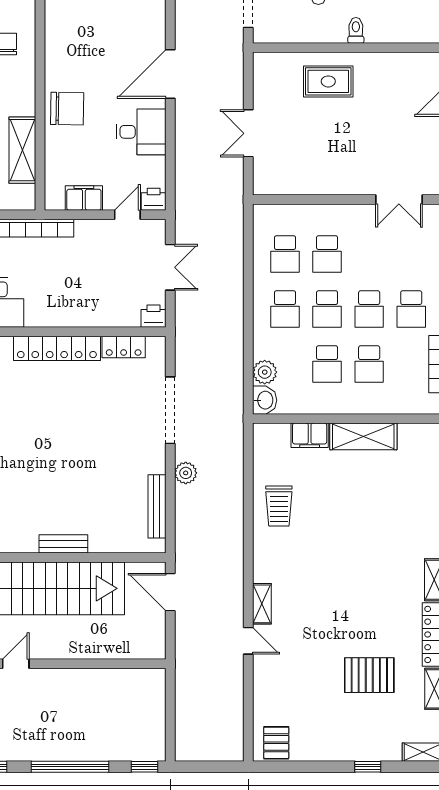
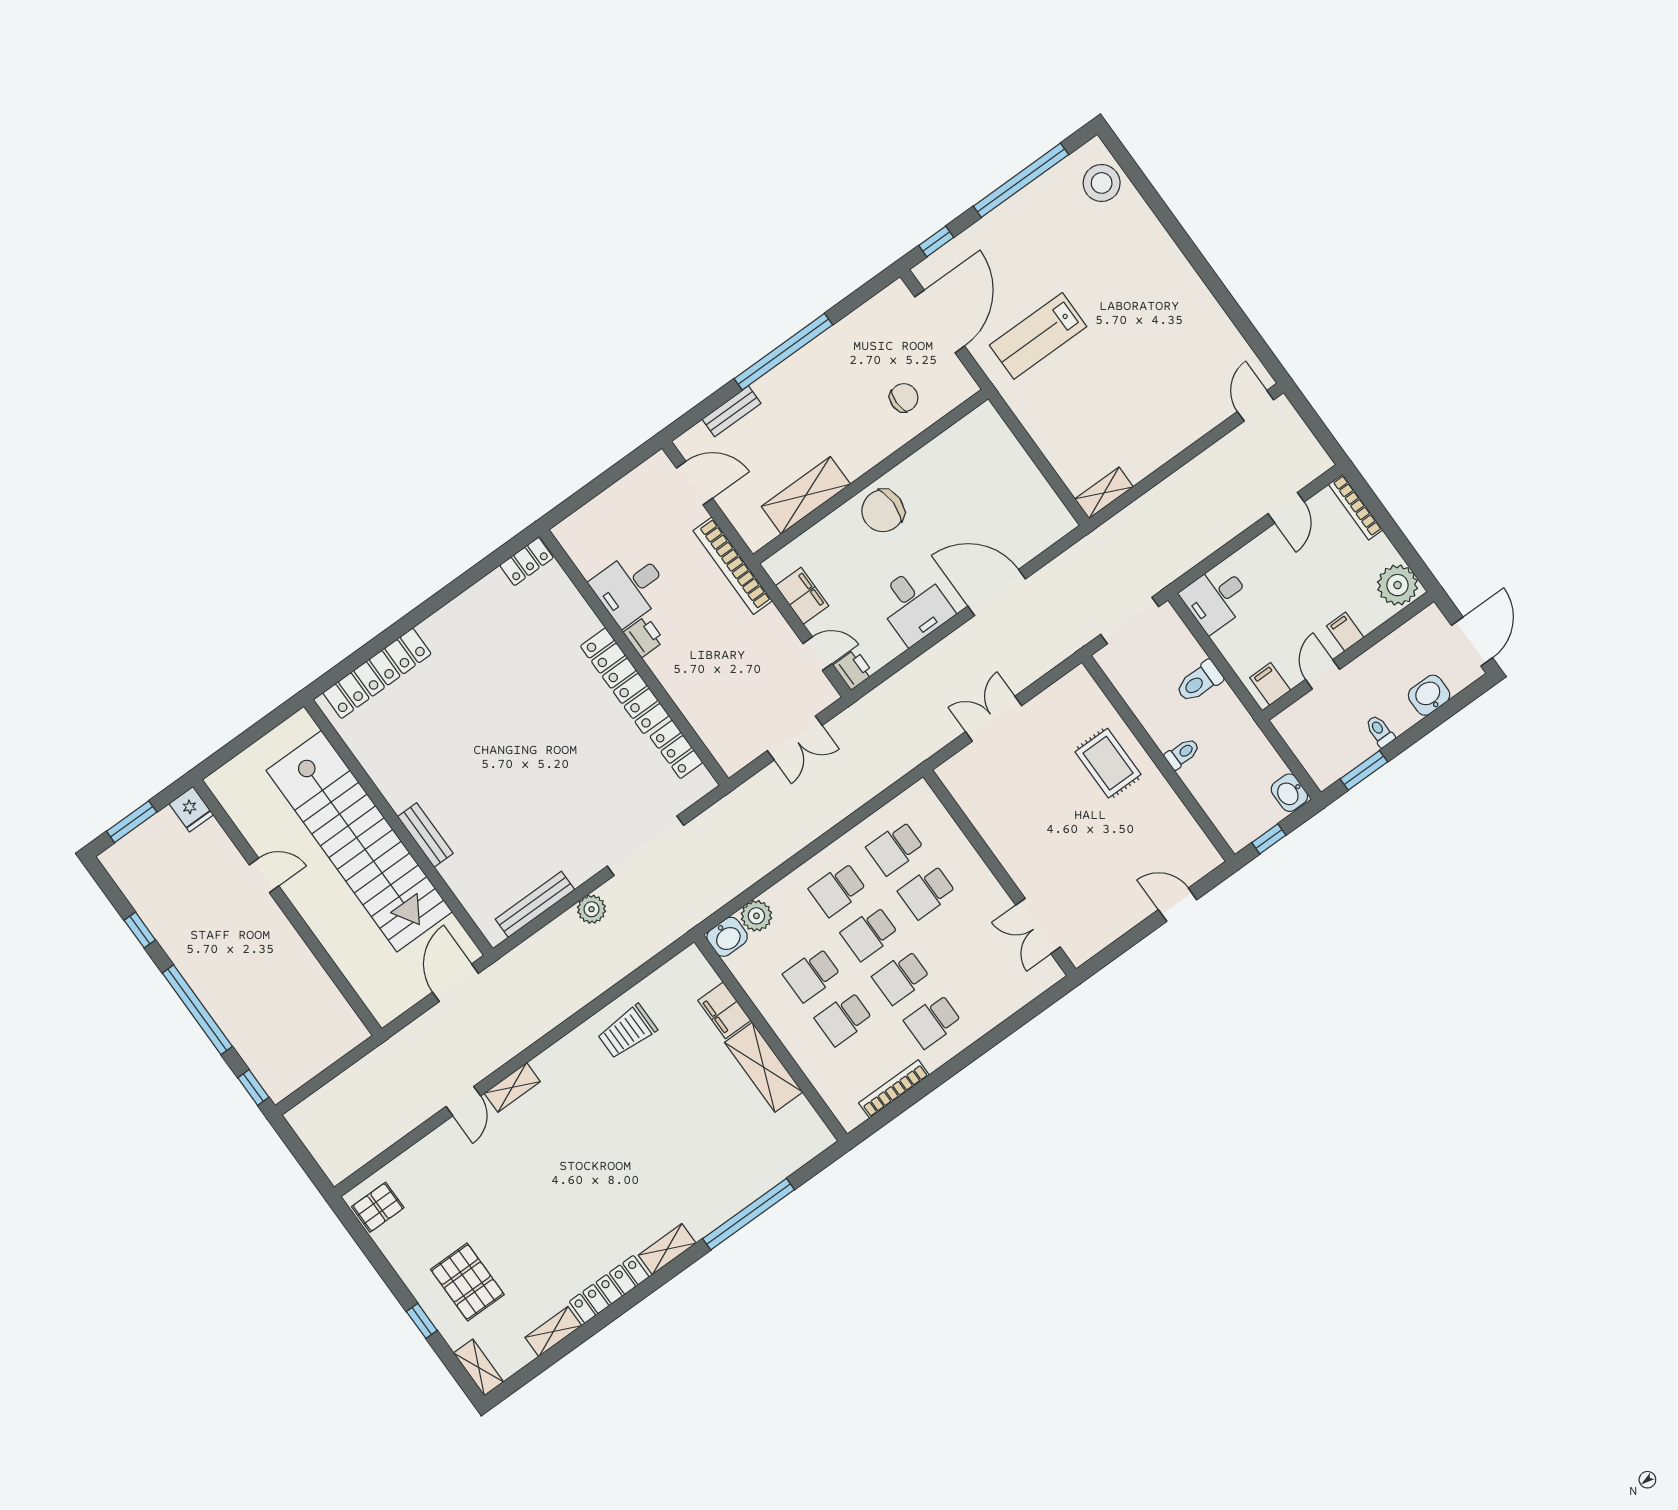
chair: (67, 109) -> (883, 511), turned 89
printer: (153, 316) -> (644, 637), moved
pallet: (369, 675) -> (467, 1282), moved

